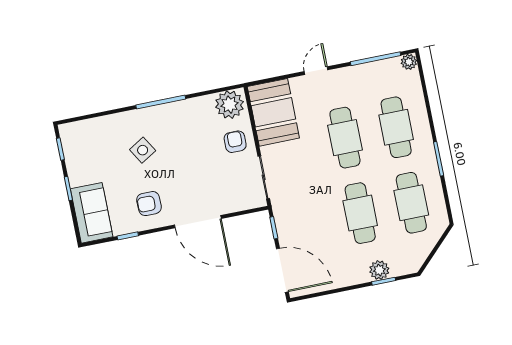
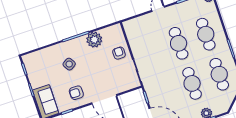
plant: (230, 105) -> (94, 40), moved
booth: (273, 112) -> (138, 34), removed

